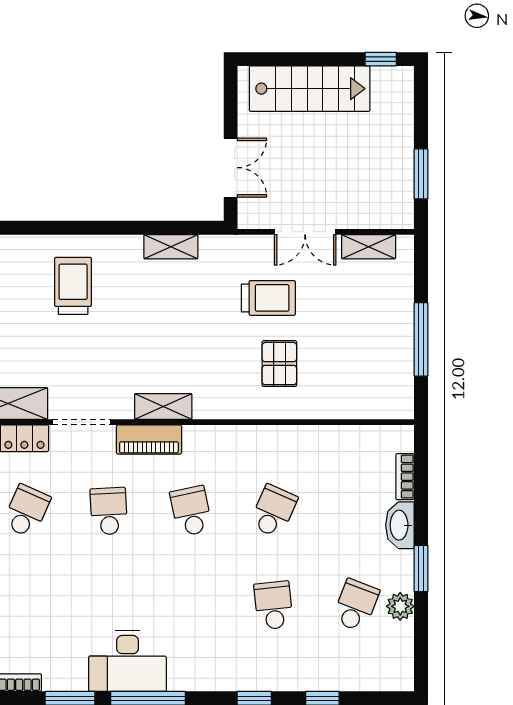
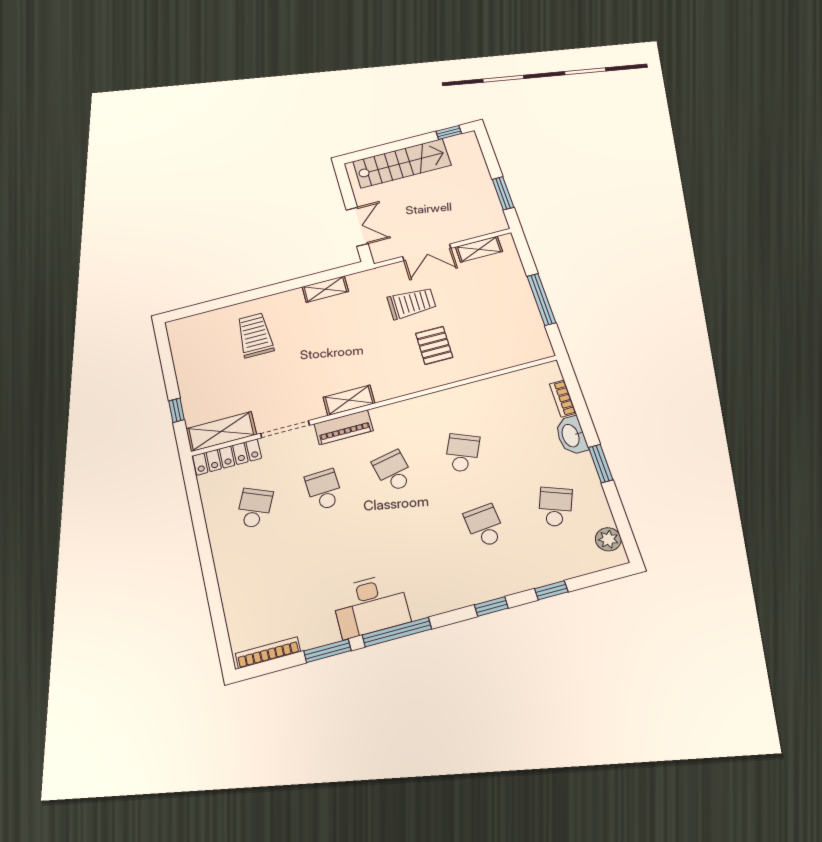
plant: (400, 606) -> (608, 539), moved

